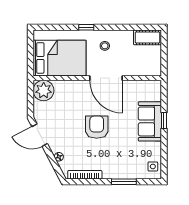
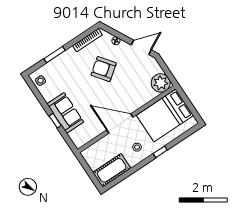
cot: (147, 37) -> (112, 170), width x1.37, depth x1.34
armchair: (97, 127) -> (104, 69), moved, turned 143

